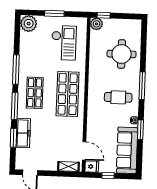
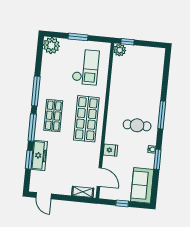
round table: (122, 54) -> (143, 82), removed
sofa: (127, 150) -> (142, 185), width x0.73
fridge: (92, 167) -> (110, 150), moved

